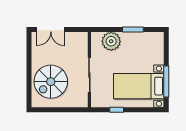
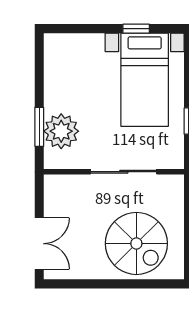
window: (133, 29) -> (39, 127), moved
window: (166, 82) -> (136, 29), width x0.46

